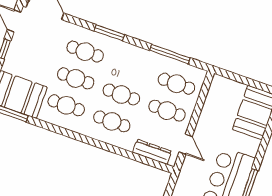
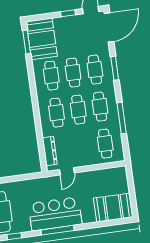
window: (109, 33) -> (115, 68), moved
window: (170, 54) -> (122, 118), moved
cafe table: (167, 111) -> (100, 107), moved

